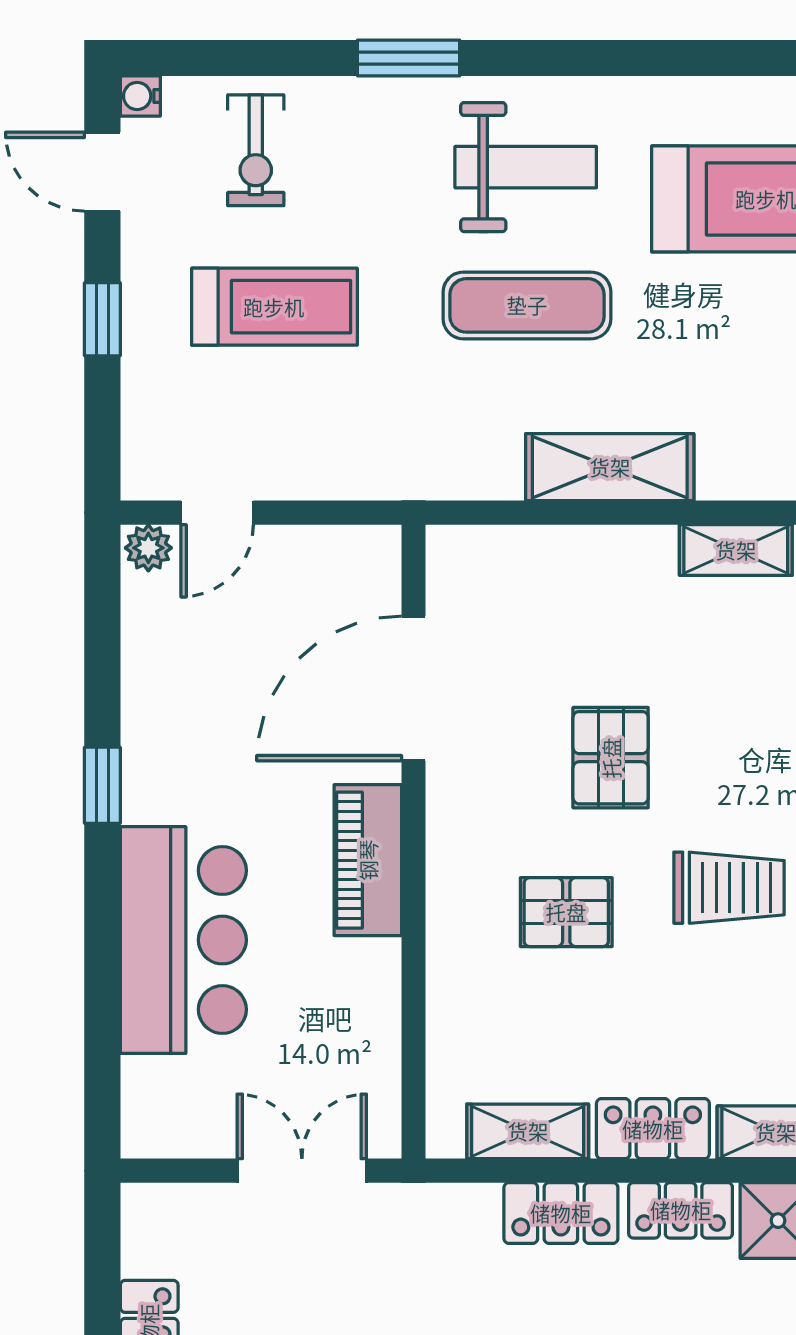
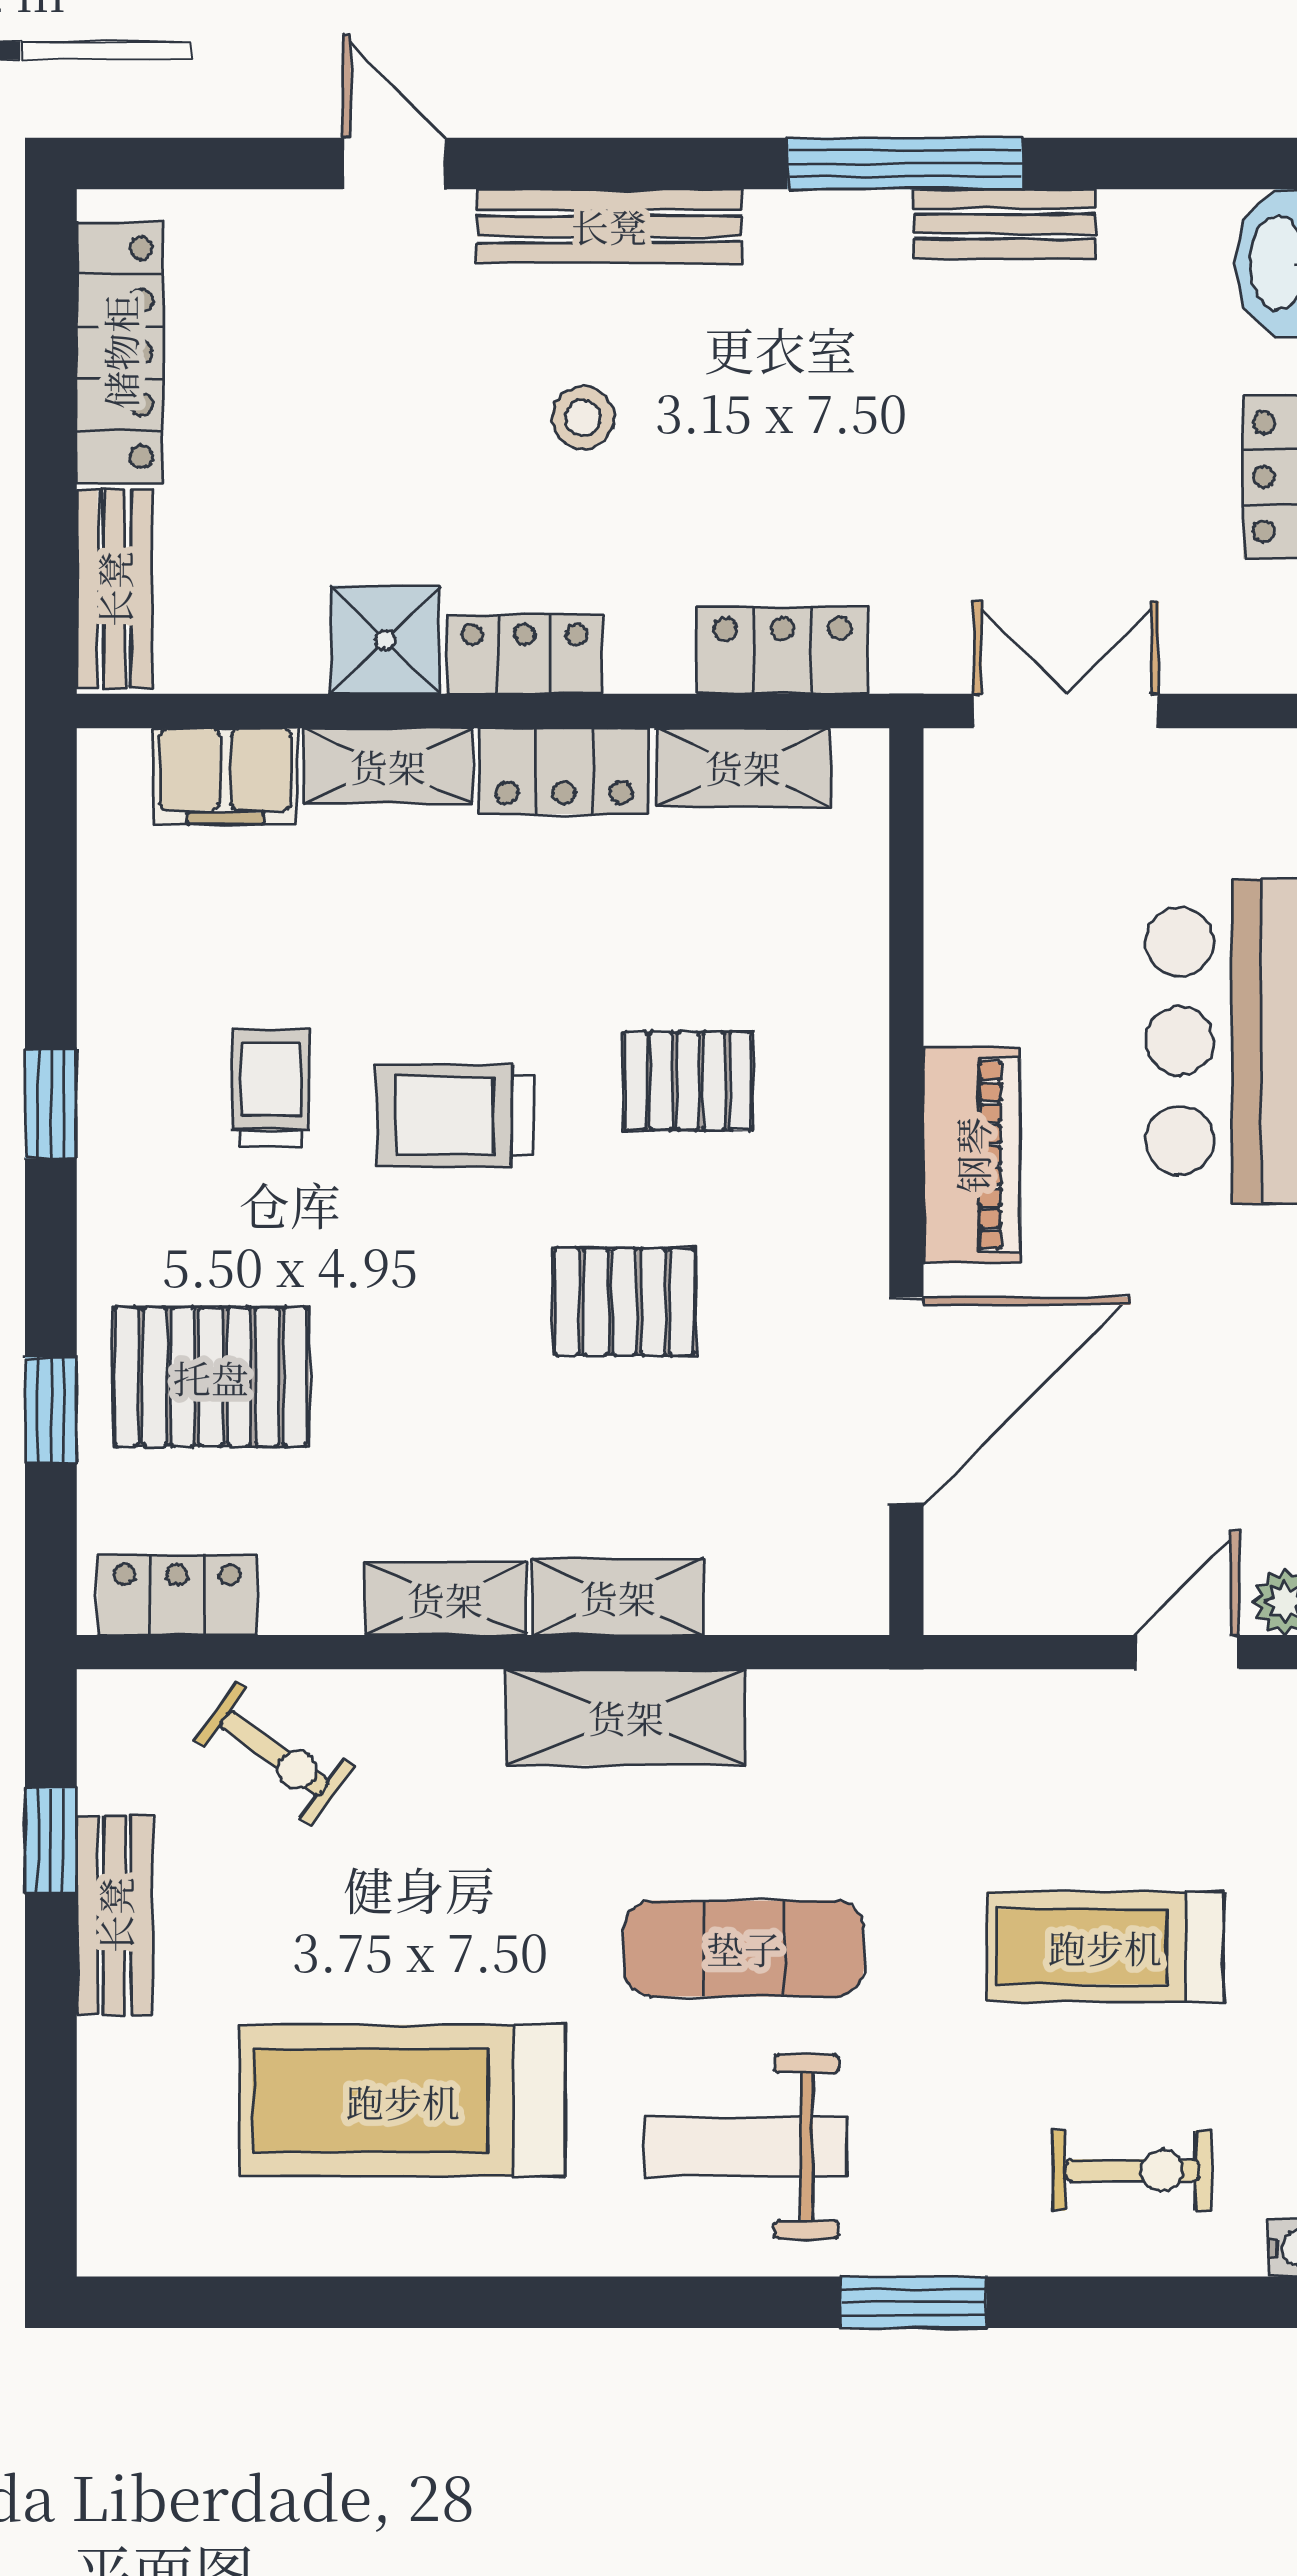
exercise bike: (256, 150) -> (1132, 2170), turned 90
shelving: (615, 551) -> (618, 1597), added
pallet: (611, 758) -> (624, 1302), turned 90
double door: (302, 1171) -> (1066, 711), swing flipped
locker: (561, 1213) -> (783, 650), moved

